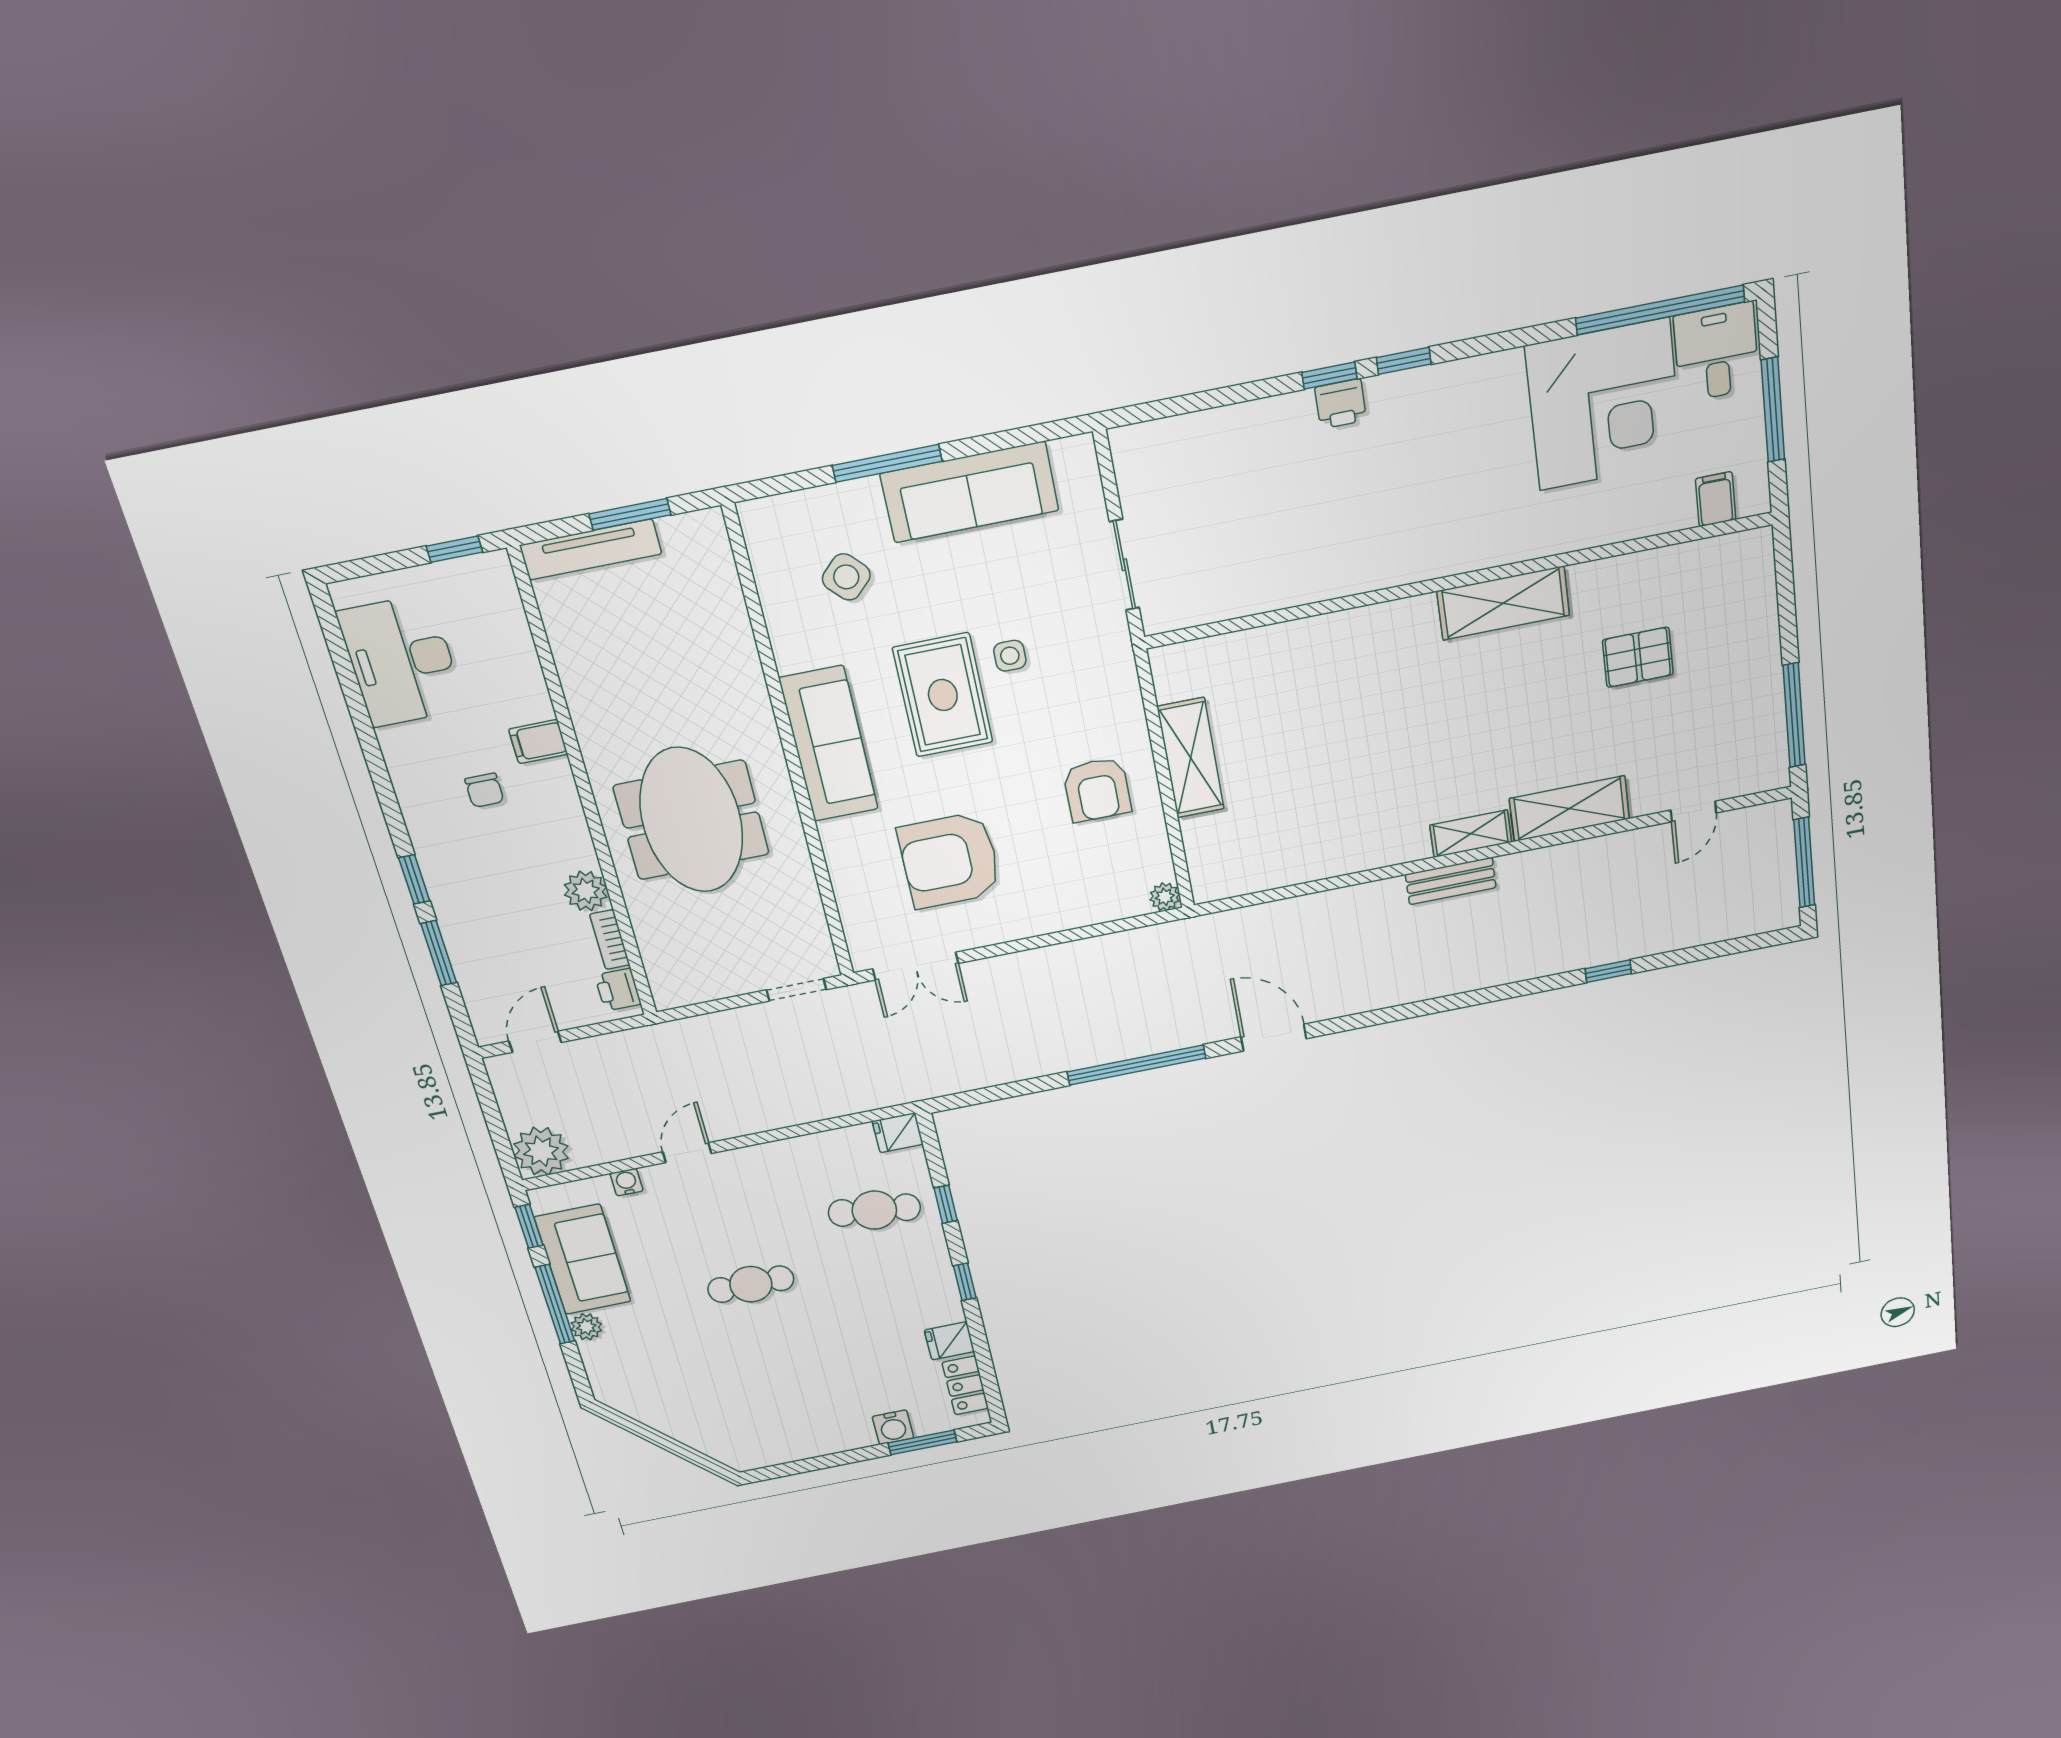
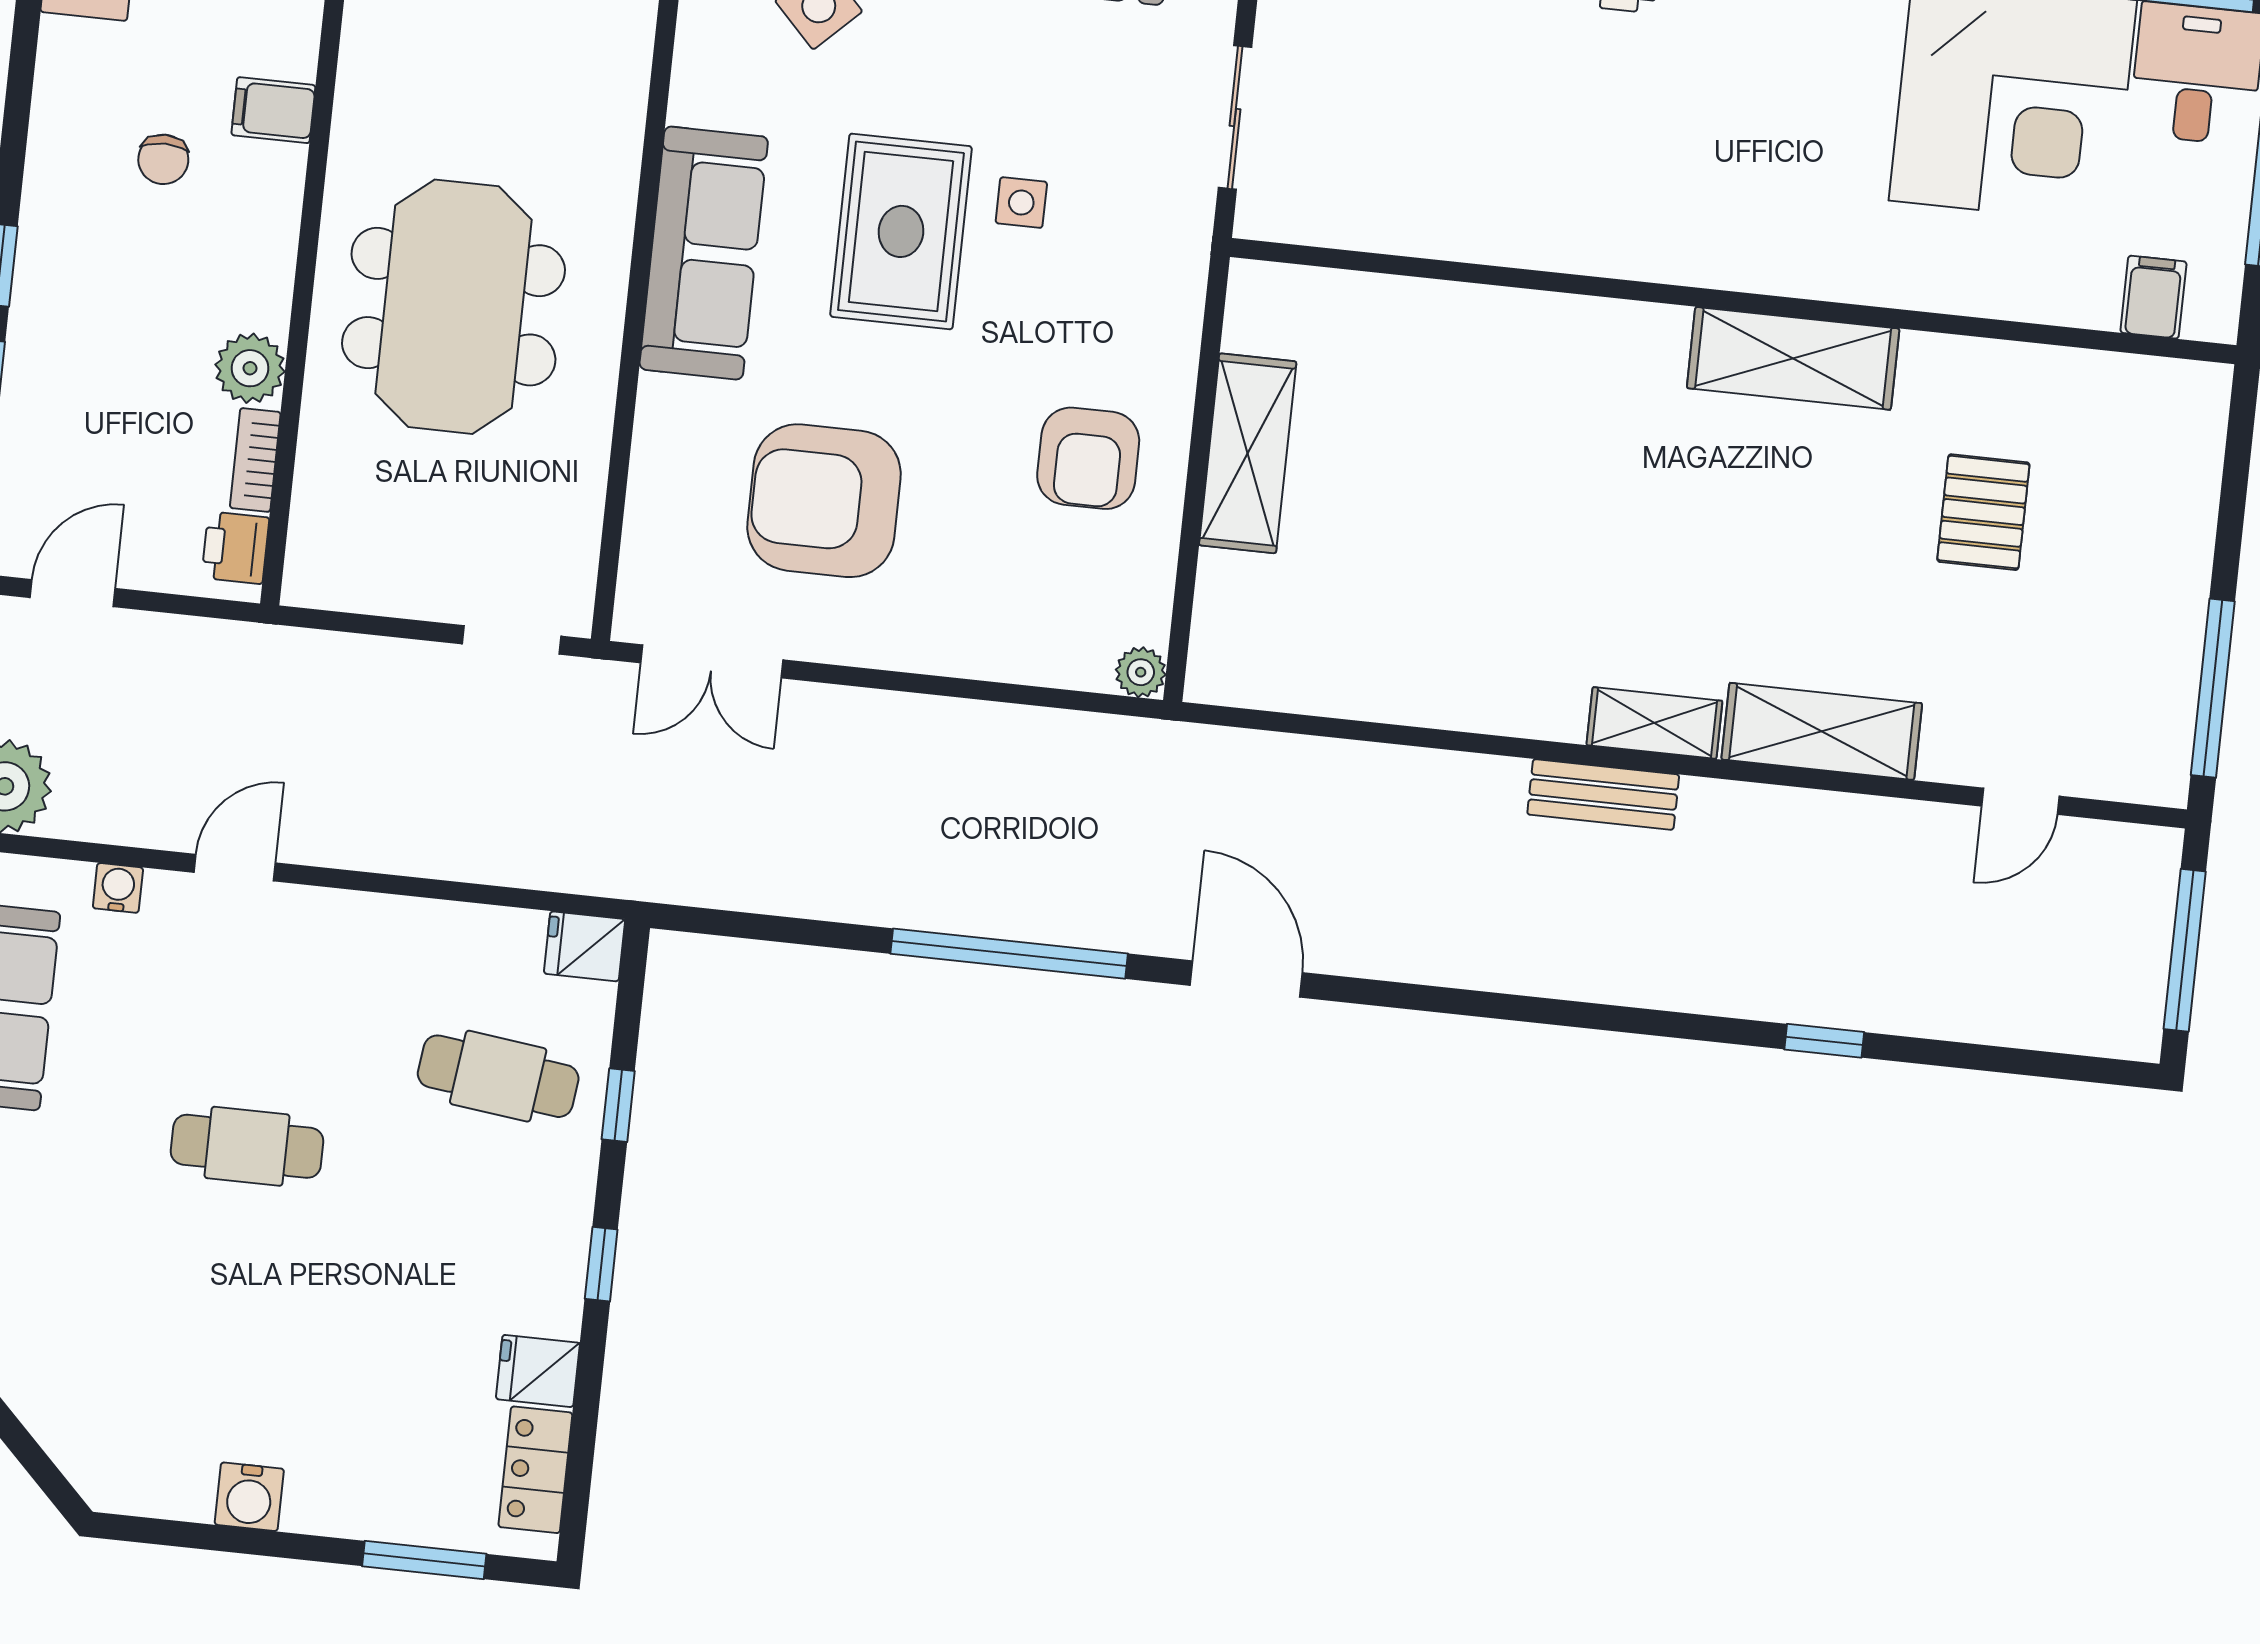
pallet: (1638, 657) -> (1983, 512), turned 90
water cooler: (893, 1427) -> (249, 1497), moved

